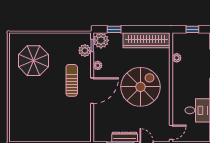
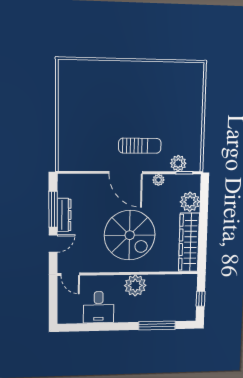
window: (114, 29) -> (204, 201), removed
plant: (101, 40) -> (190, 202), moved
plant: (177, 58) -> (135, 285), moved, width x1.88, depth x1.88
parasol: (33, 61) -> (167, 95), removed

